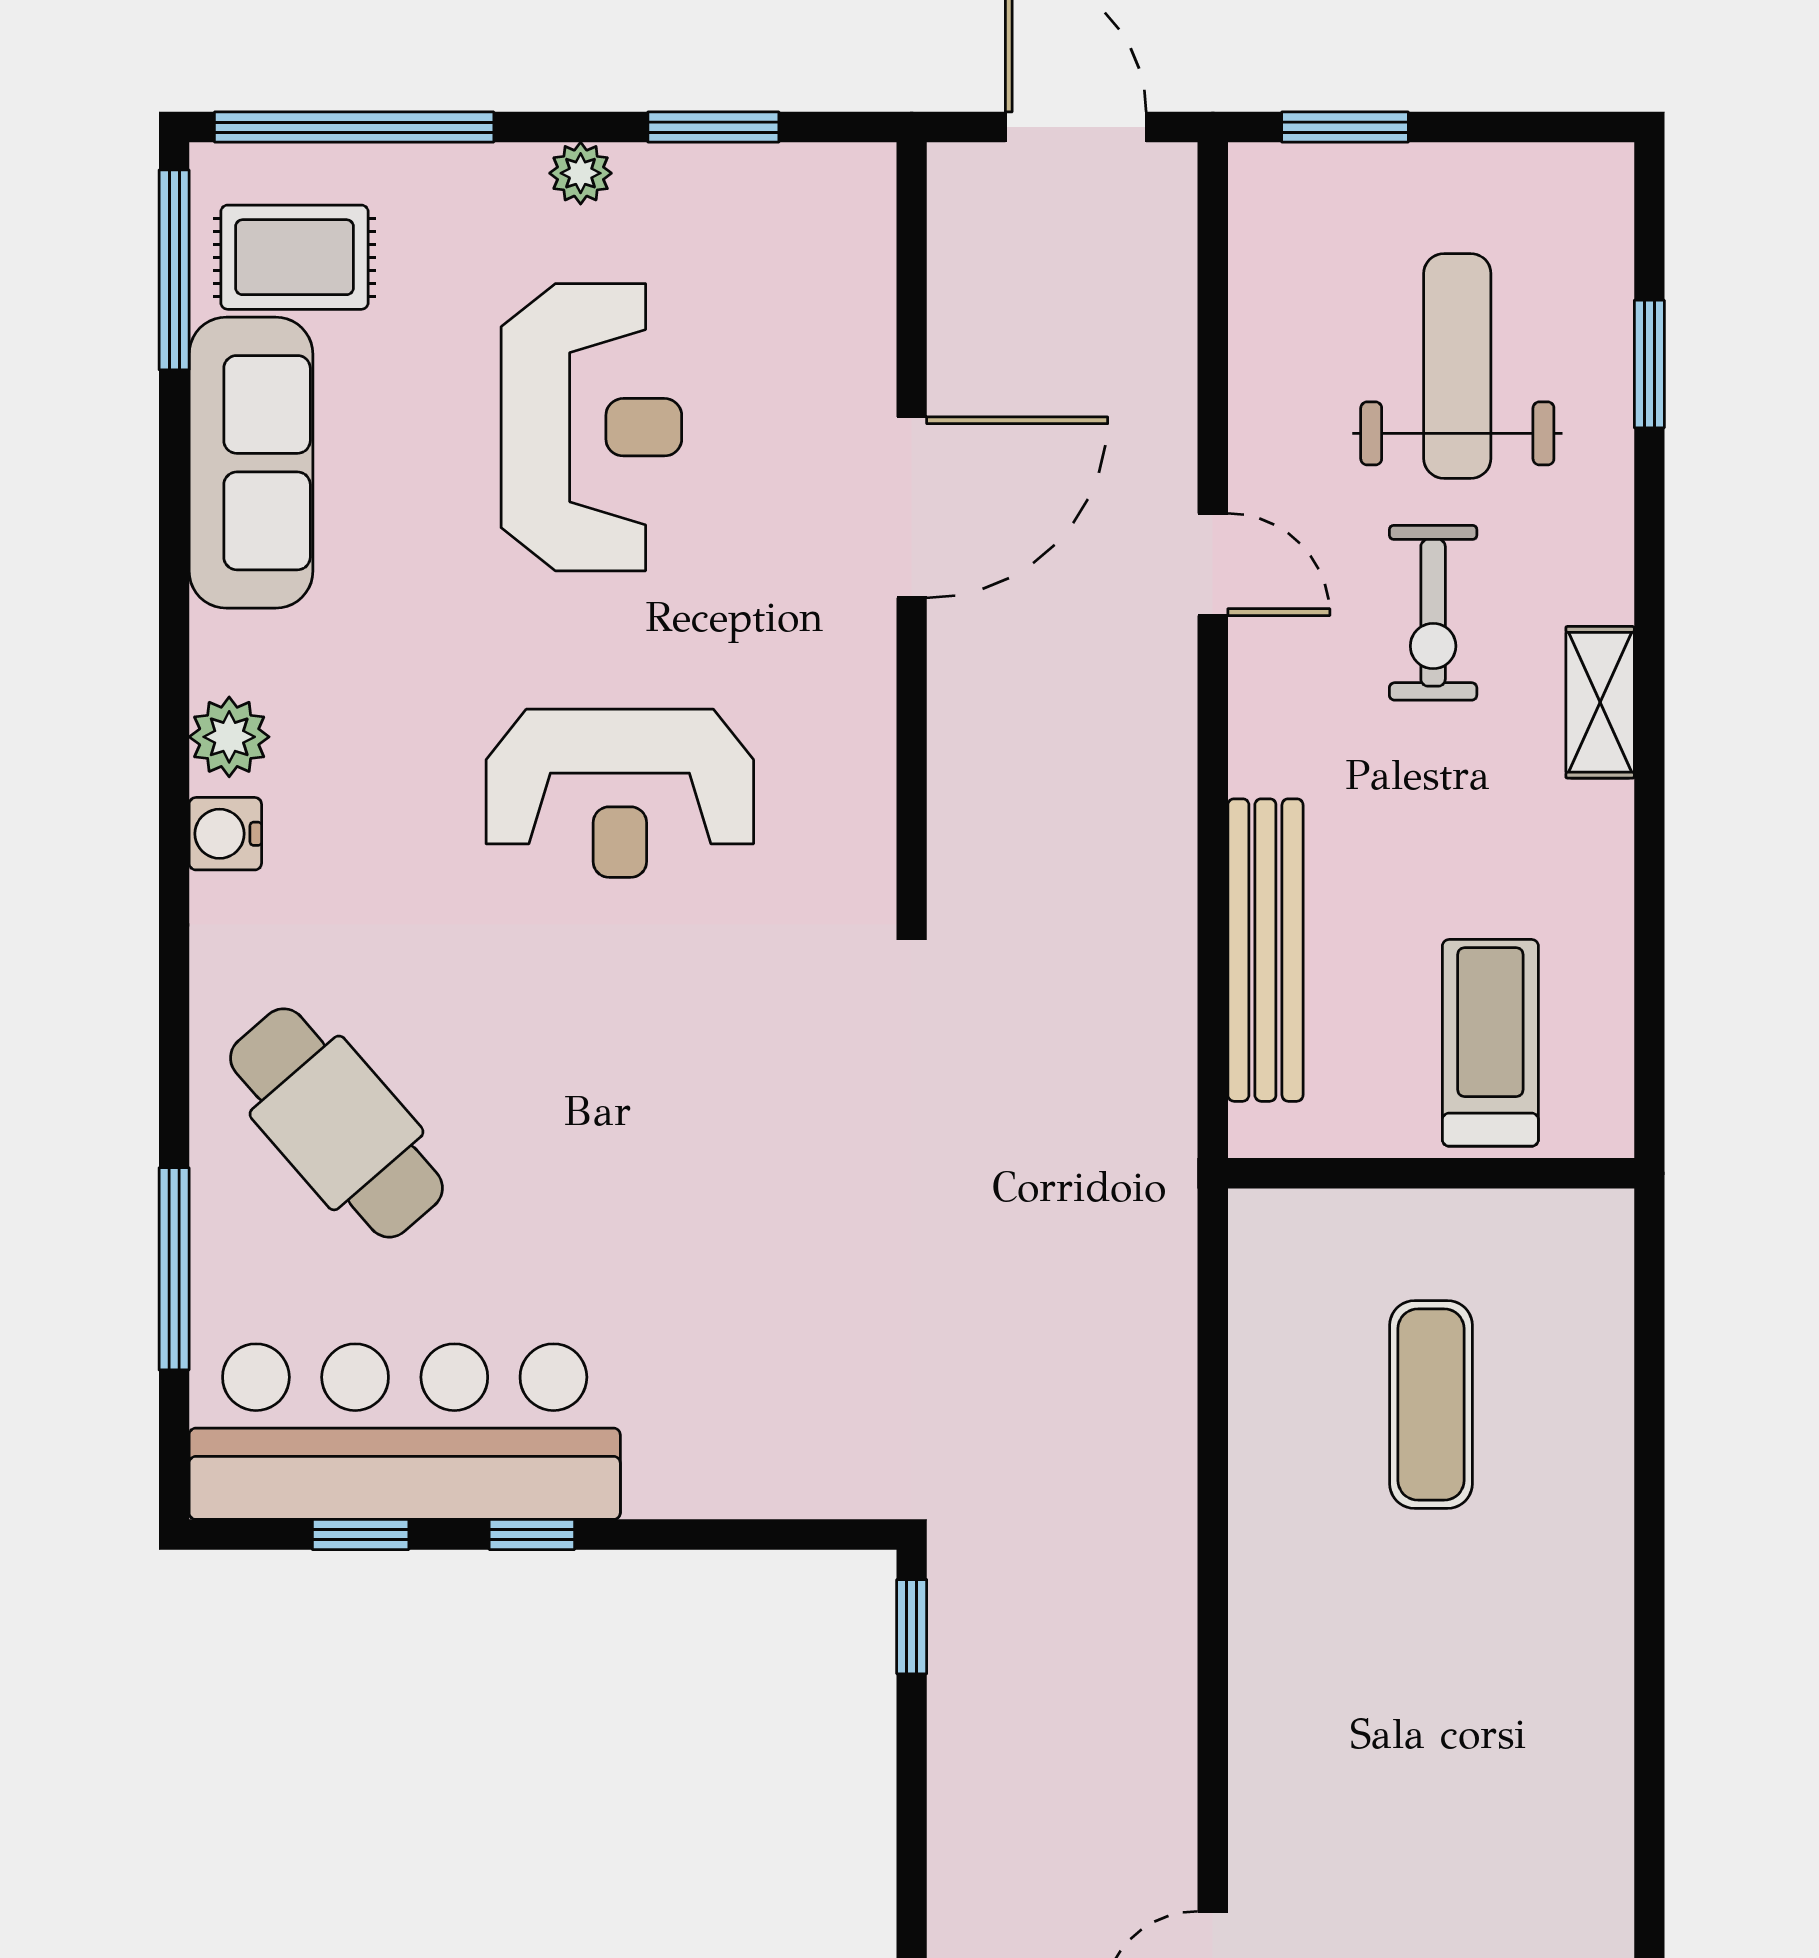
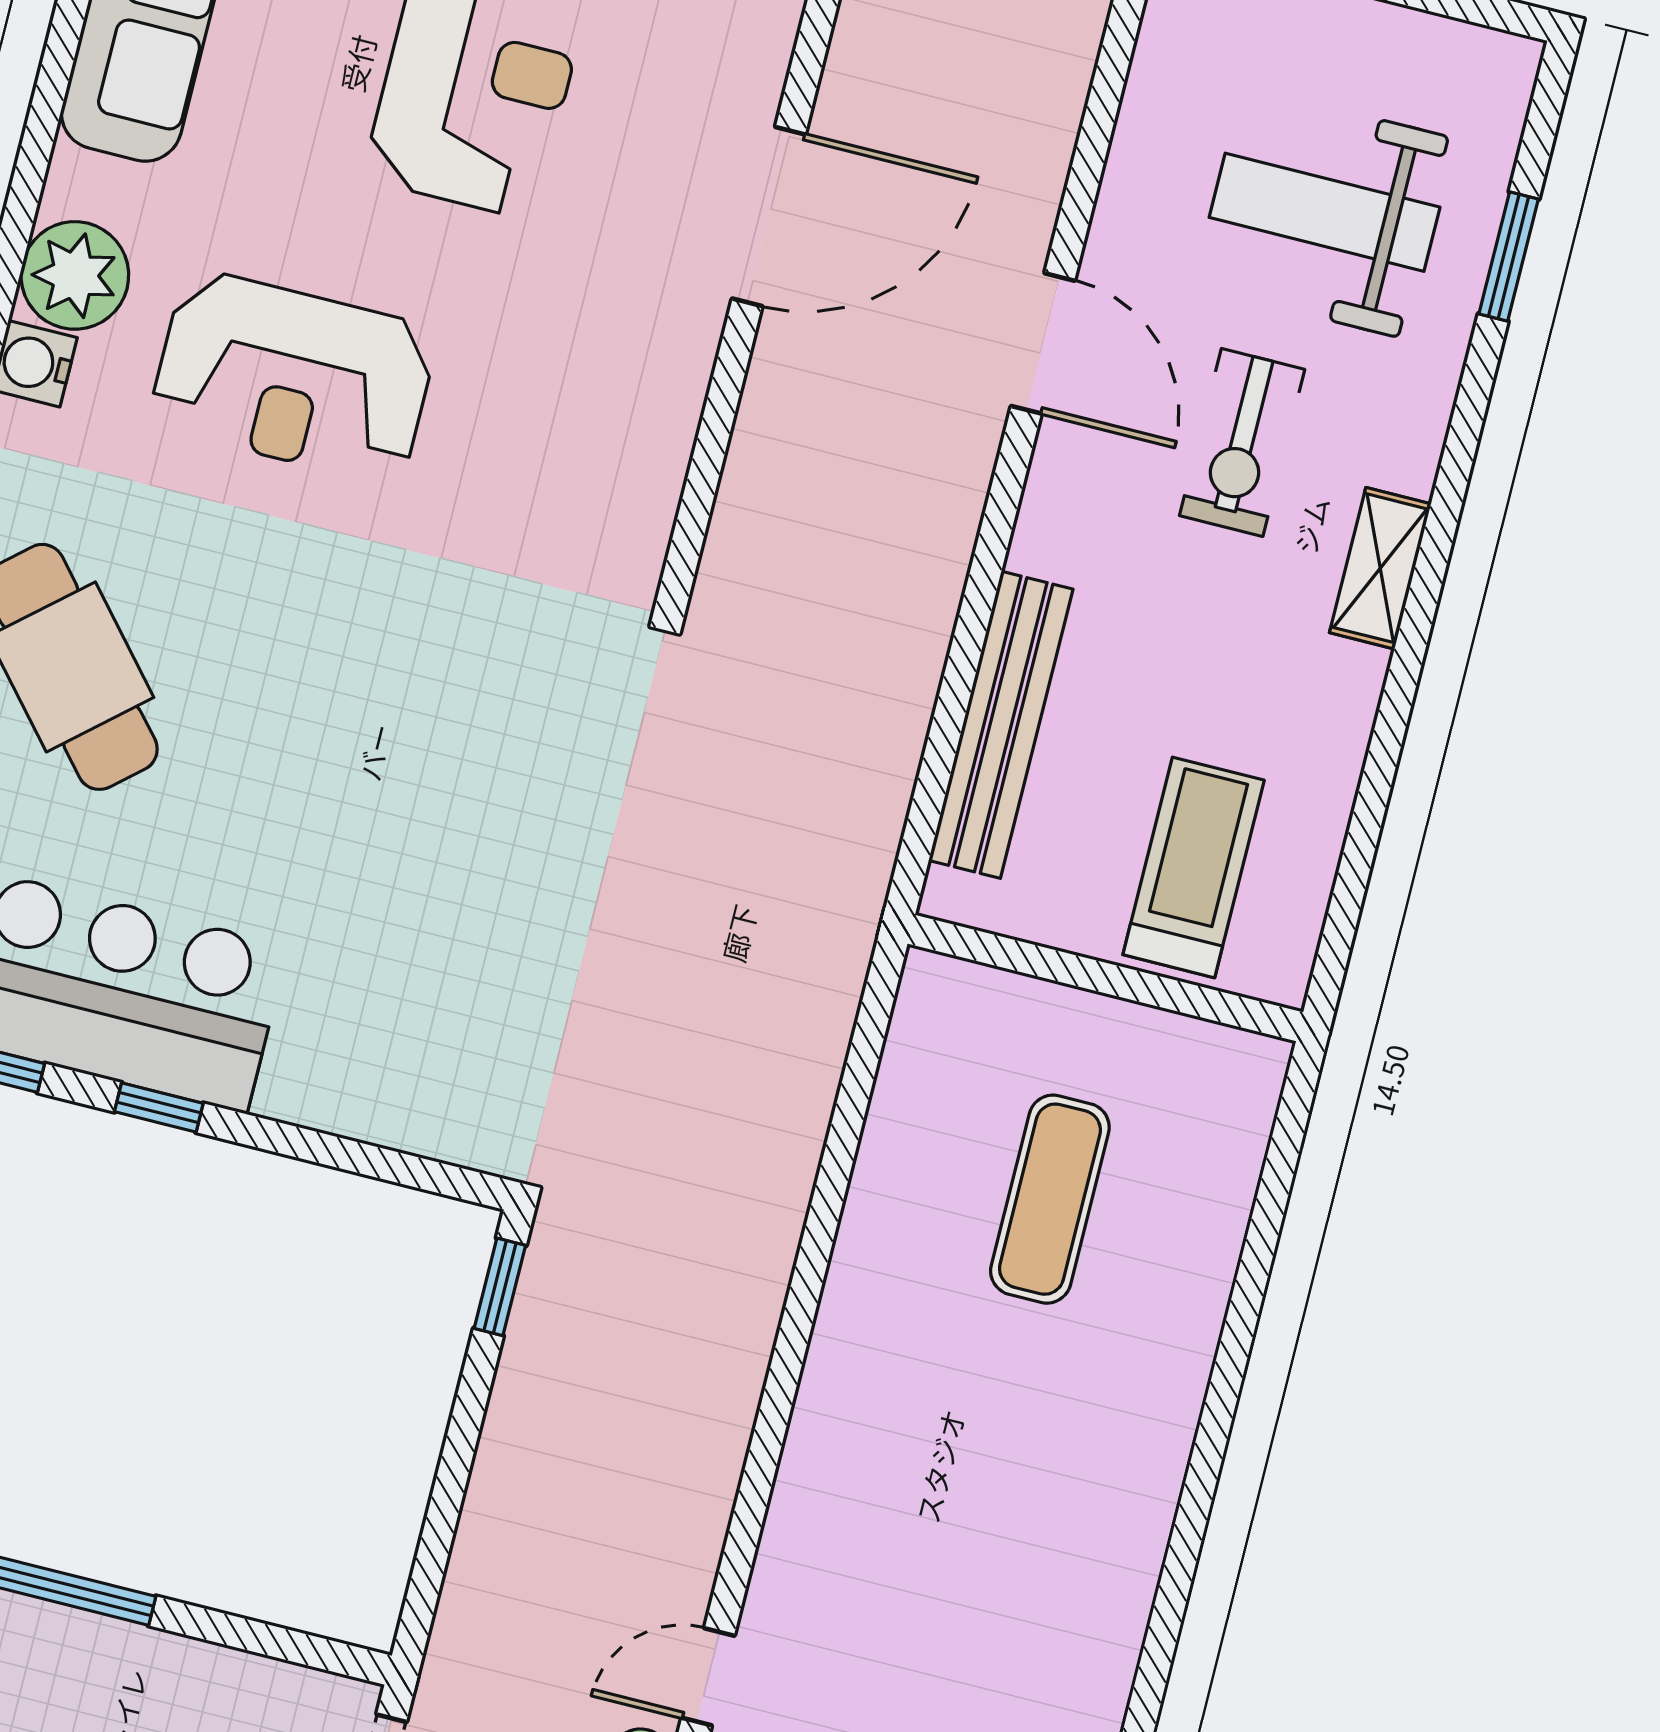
weight bench: (1457, 366) -> (1325, 212), turned -90
door: (1213, 565) -> (1043, 343), width x1.37
plant: (229, 737) -> (75, 275), width x1.36, depth x1.36
reception desk: (620, 793) -> (293, 377), moved

